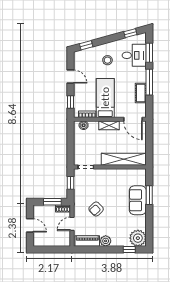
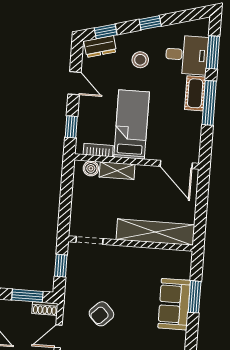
window: (130, 33) -> (150, 23), moved
dresser: (84, 54) -> (100, 46), added
cot: (141, 93) -> (195, 93), moved
shelving: (109, 125) -> (117, 171), moved

